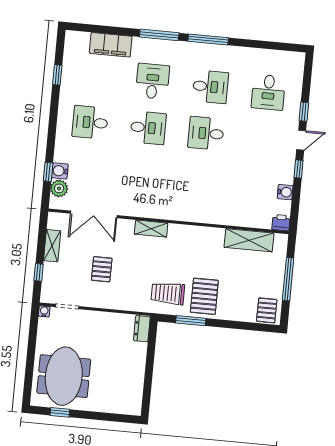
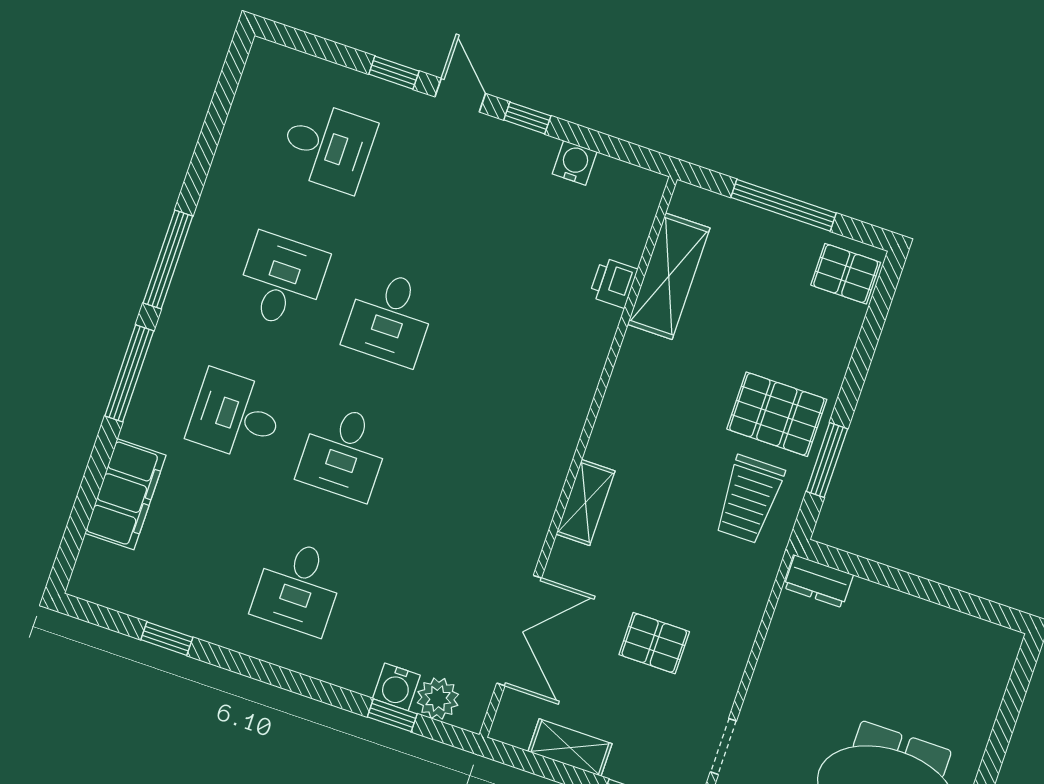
desk: (148, 128) -> (344, 452), turned 180
printer: (281, 223) -> (613, 283), moved

